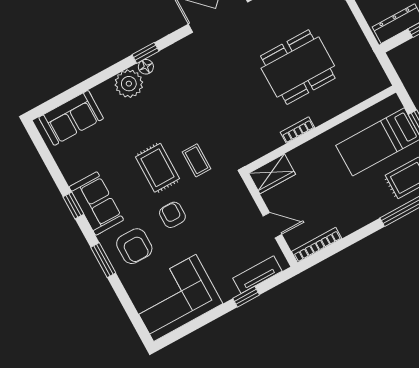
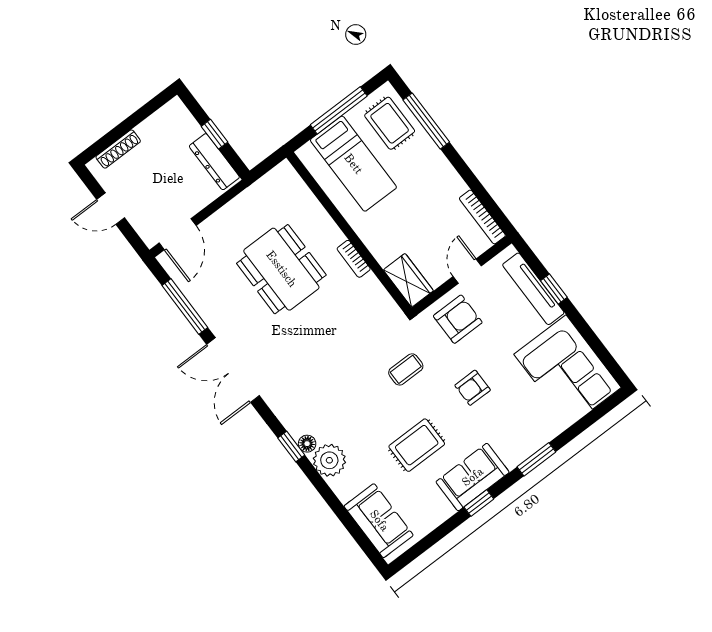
rug: (158, 168) -> (417, 445), moved
armchair: (134, 246) -> (458, 319), moved
tv unit: (257, 275) -> (533, 289), width x1.41

